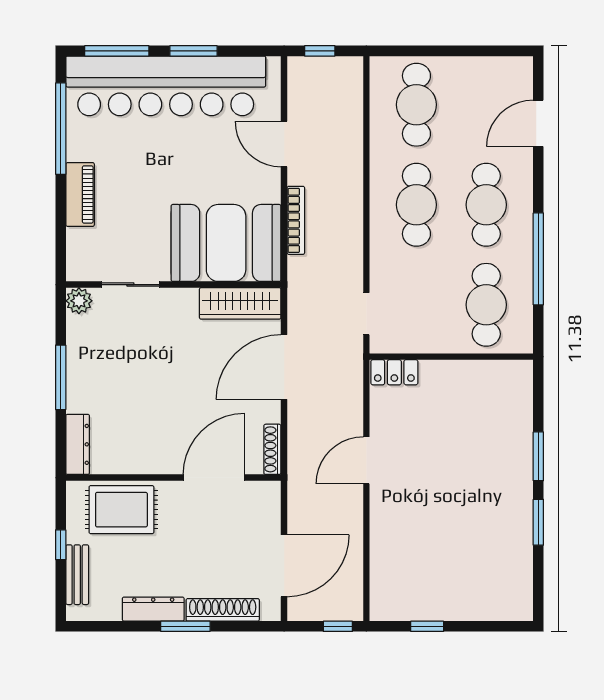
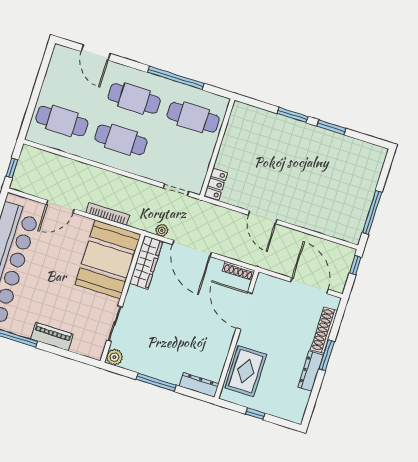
plant: (297, 312) -> (162, 230), added
bench: (77, 575) -> (276, 410), removed
window: (427, 626) -> (372, 212), width x2.17

